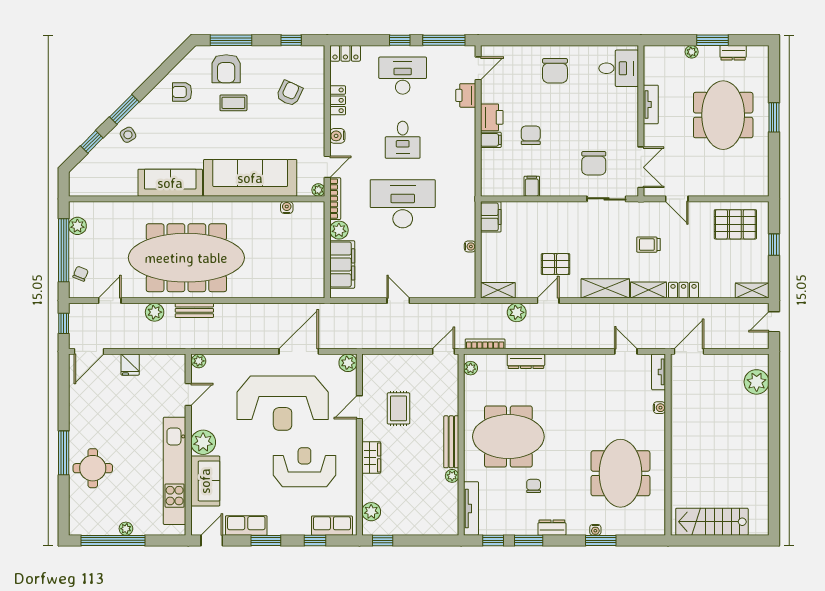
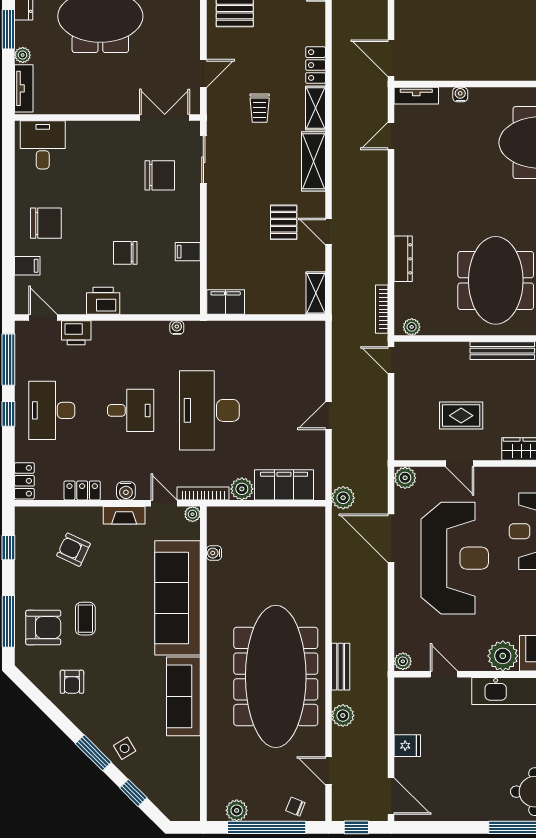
tv unit: (651, 104) -> (24, 88), moved, turned 90
fireplace: (317, 134) -> (124, 515), added
filing cabinet: (491, 140) -> (27, 266), moved, turned 90
water cooler: (470, 246) -> (177, 328), moved
plant: (517, 312) -> (343, 498), moved

